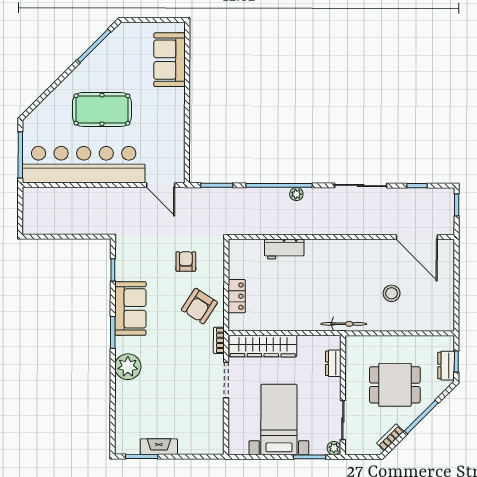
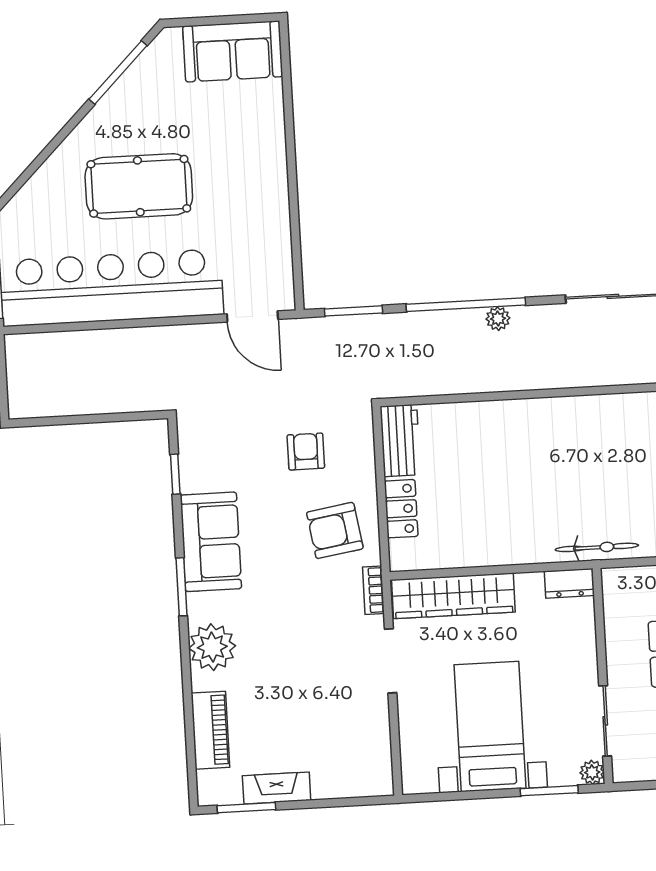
sofa: (169, 60) -> (233, 51), moved, turned -90
workbench: (284, 249) -> (400, 441), moved, turned -90
armchair: (199, 306) -> (335, 530), turned 48
dresser: (333, 363) -> (569, 583), moved, turned -90
piano: (124, 413) -> (210, 730), added

